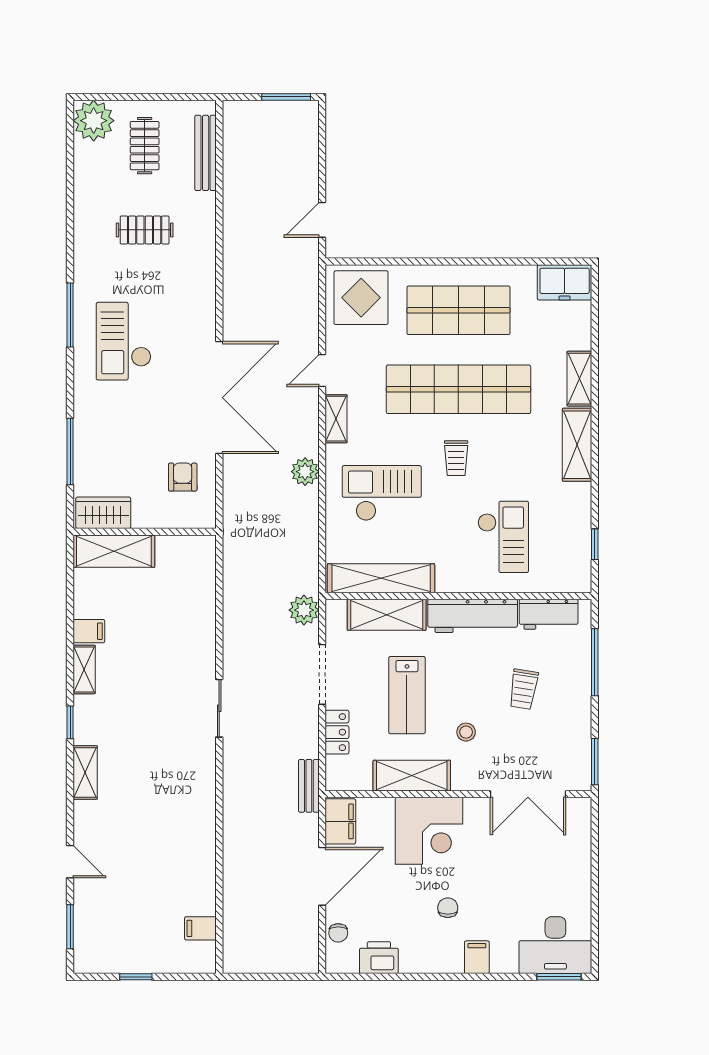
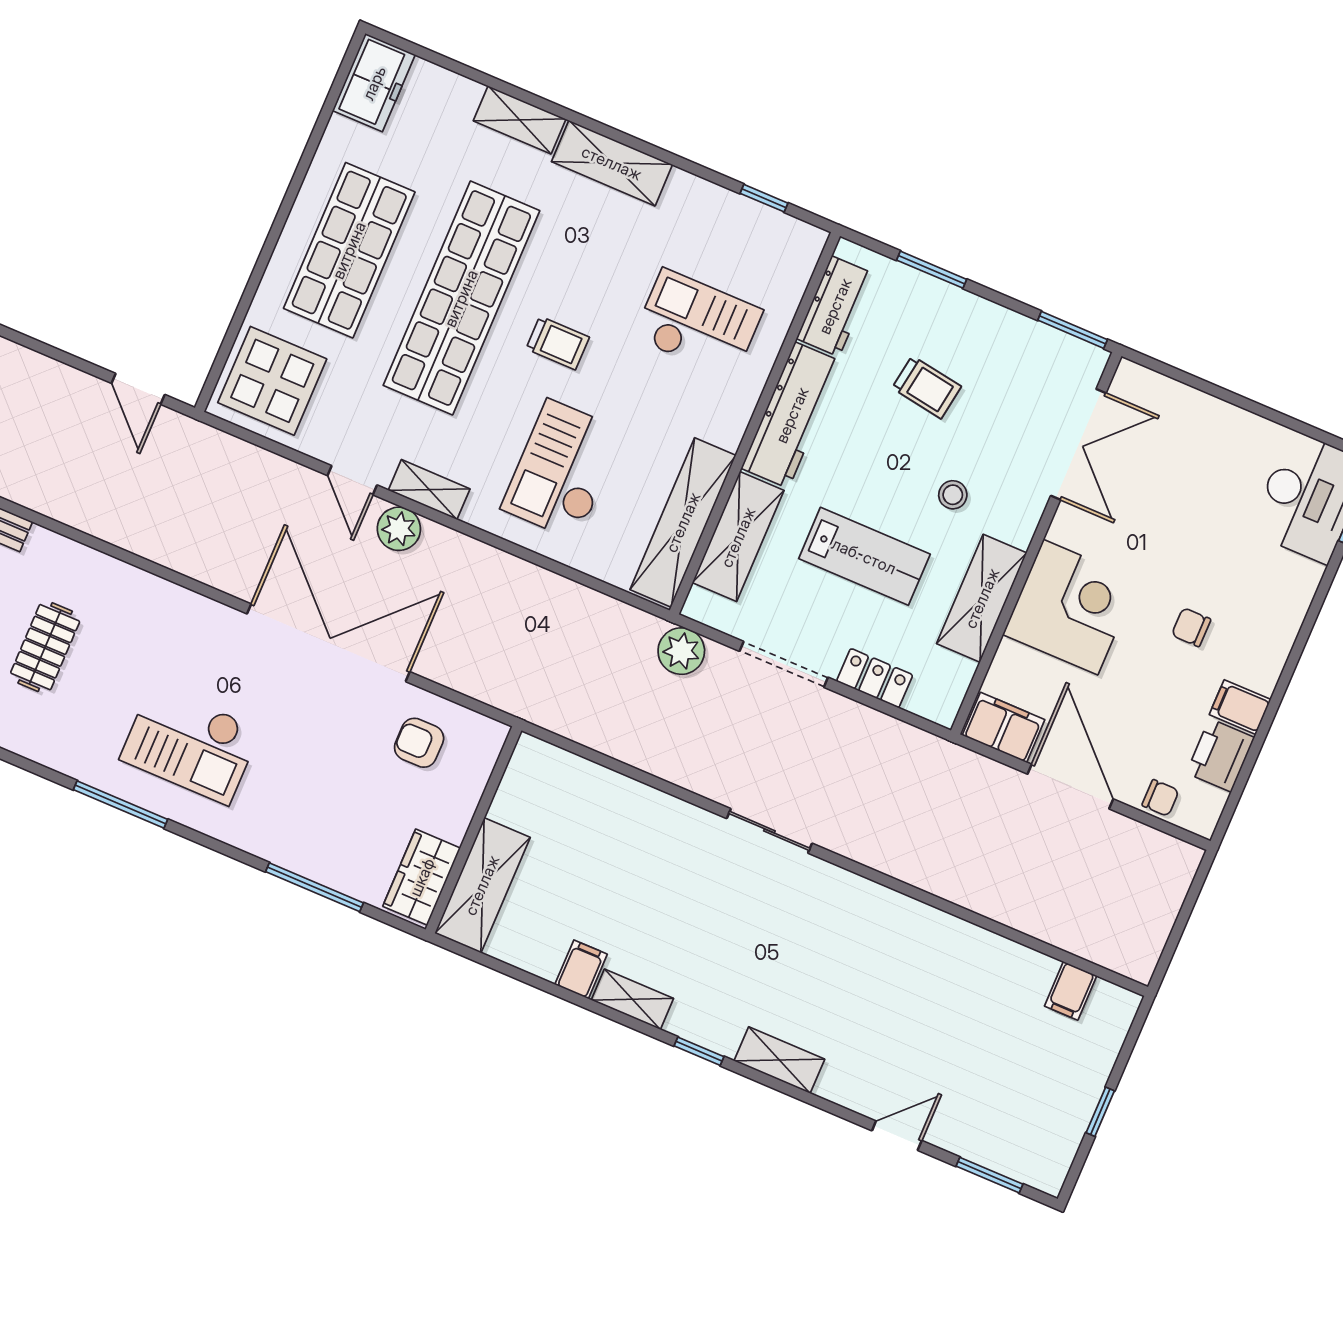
plant: (305, 472) -> (399, 529), moved
window: (595, 662) -> (932, 270), width x0.69
bench: (309, 786) -> (934, 751), removed
filing cabinet: (477, 957) -> (1240, 707), moved

